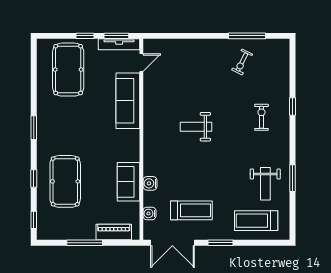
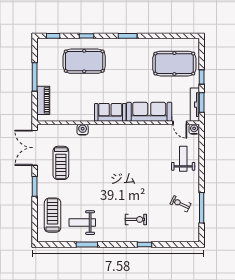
weight bench: (196, 127) -> (183, 159), moved
sofa: (129, 182) -> (110, 112), moved
water cooler: (149, 213) -> (194, 129), moved

